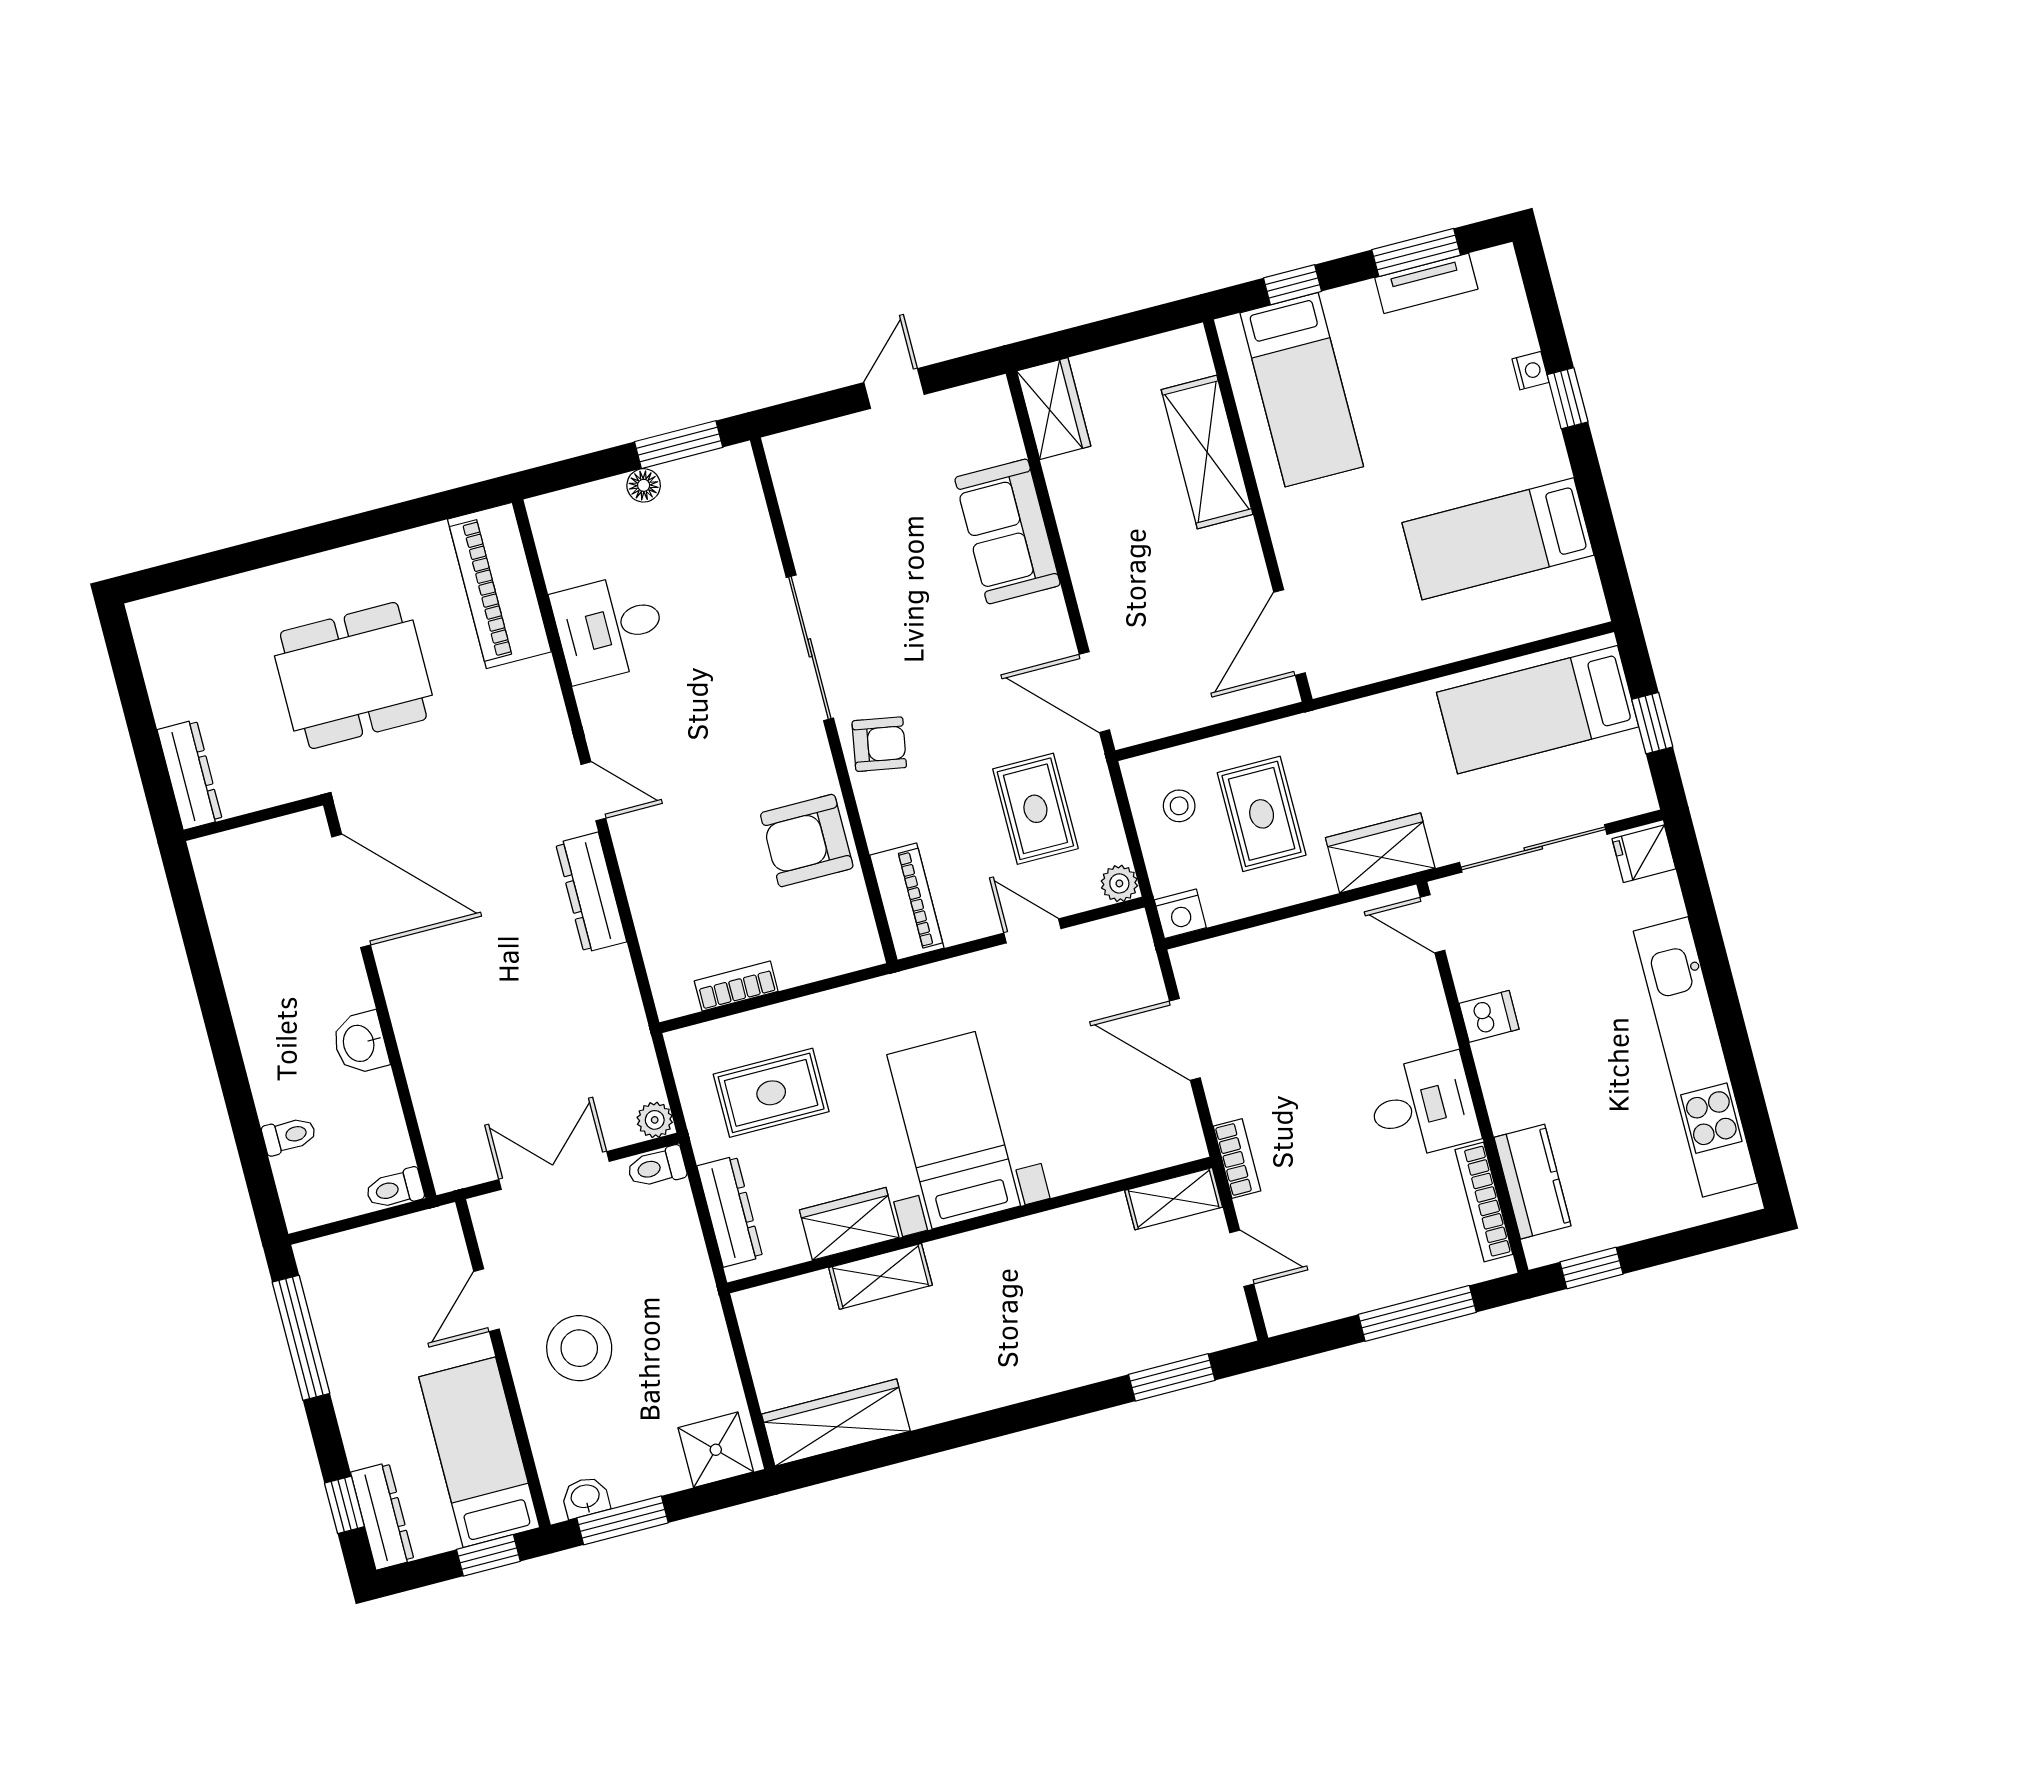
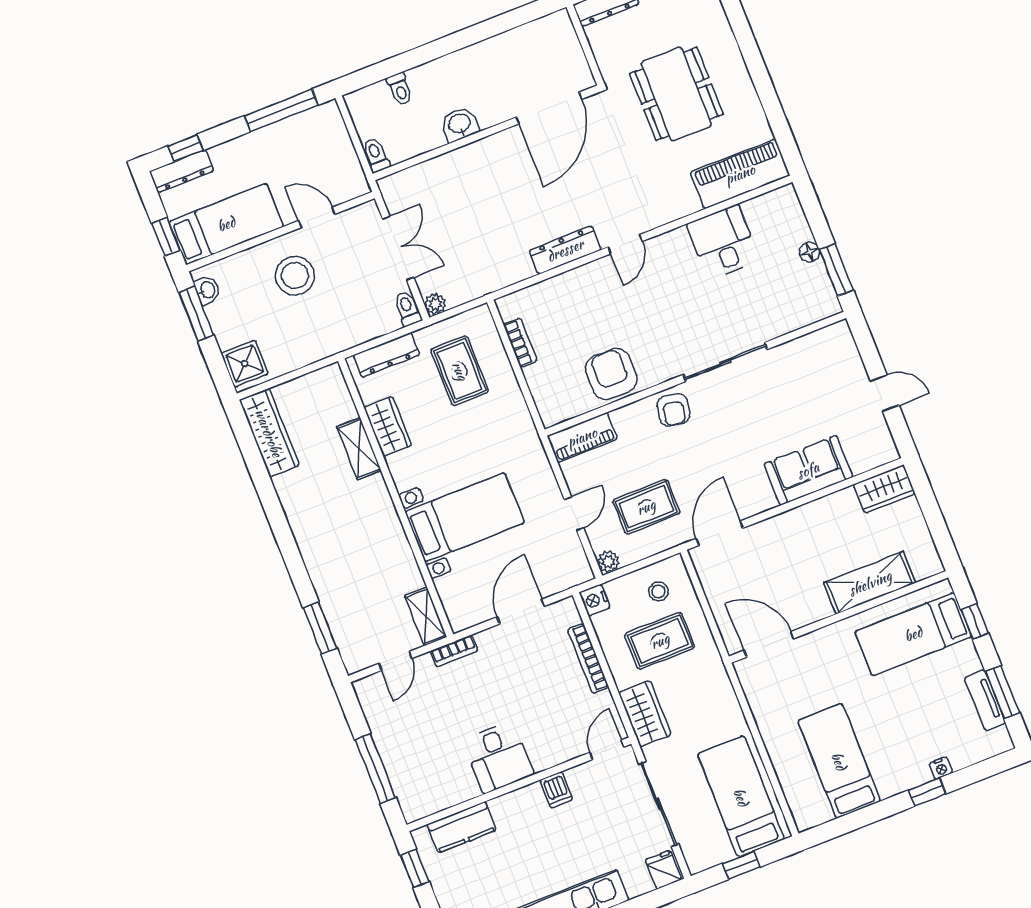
bed with nightstands: (954, 1130) -> (465, 517), moved
bookcase: (1484, 1202) -> (588, 658), moved, turned -90

